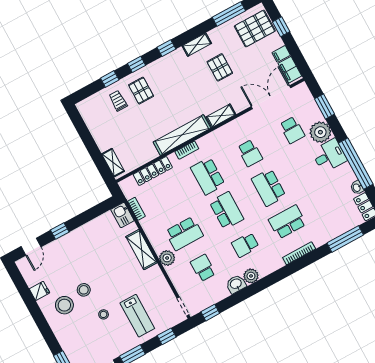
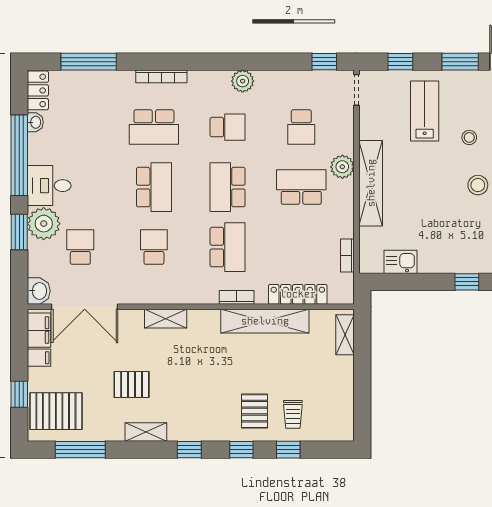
pallet: (220, 67) -> (132, 384), turned 90
window: (325, 106) -> (19, 232), moved
shelving: (182, 135) -> (265, 321), moved
kitchen sink: (122, 215) -> (401, 262), moved, turned -90
shelving: (141, 250) -> (371, 183), width x1.47
washbasin: (236, 284) -> (39, 291), moved, turned -90

